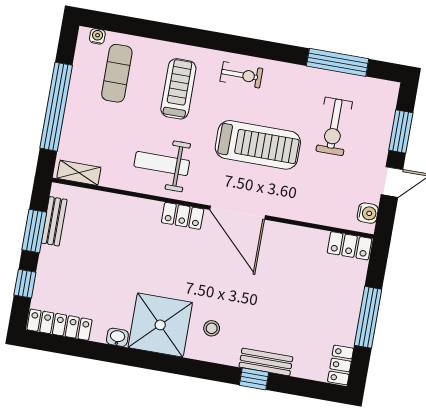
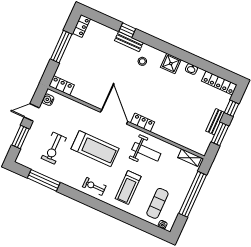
exercise bike: (334, 126) -> (54, 148), turned 180
treadmill: (258, 145) -> (95, 149), turned 180
bench: (54, 221) -> (215, 122), moved
shower: (160, 325) -> (171, 64), width x0.54, depth x0.54
bench: (266, 362) -> (129, 42), moved

